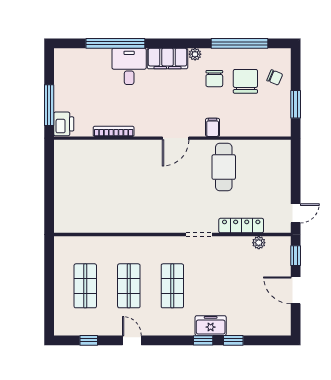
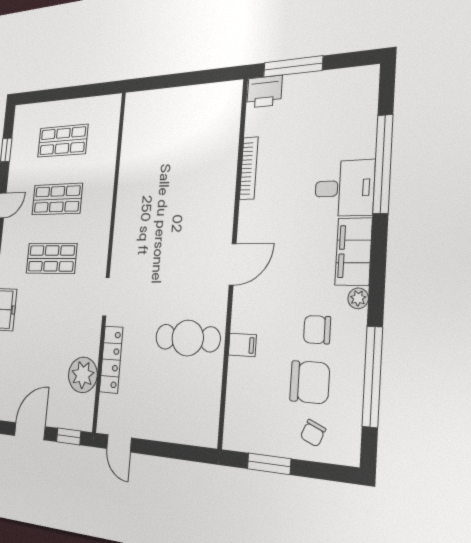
filing cabinet: (213, 127) -> (242, 345), moved
door: (176, 138) -> (233, 264), swing flipped
plant: (259, 243) -> (83, 375), width x1.88, depth x1.88

